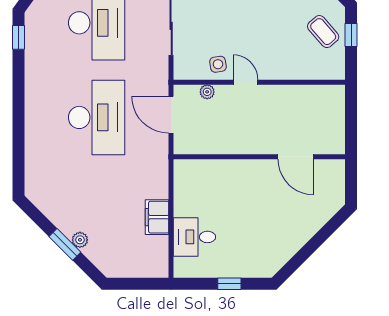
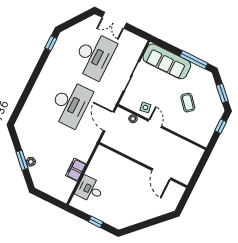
coffee table: (323, 32) -> (188, 103), moved

